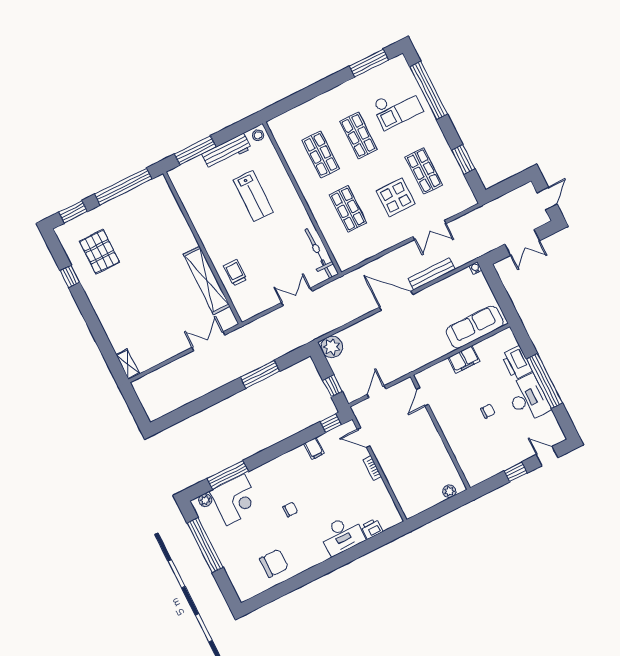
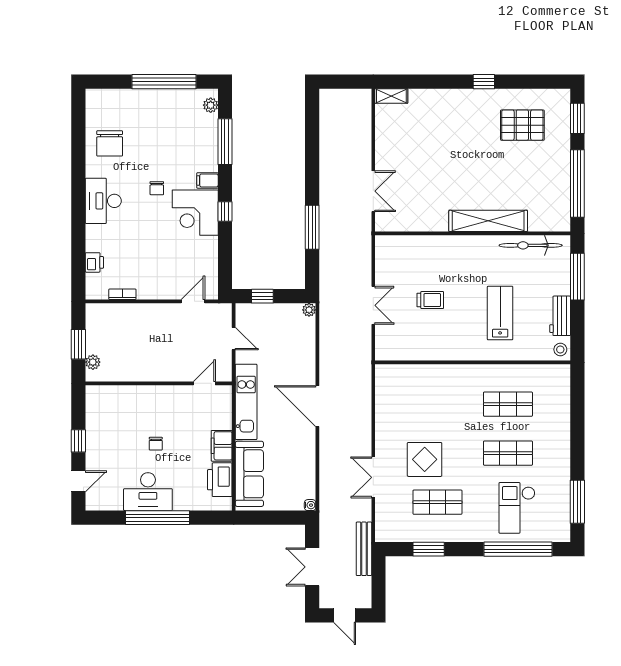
workbench: (226, 151) -> (560, 316), width x0.73
lab bench: (253, 196) -> (500, 313), turned 90
shop shelf: (348, 209) -> (437, 404), removed
bicycle: (318, 254) -> (531, 245), moved, turned 180
trolley: (235, 273) -> (430, 300), moved
bench: (432, 274) -> (364, 549), moved
window: (70, 276) -> (484, 82), moved
shelving: (207, 280) -> (488, 221), moved
door: (396, 301) -> (317, 406), swing flipped
plant: (332, 347) -> (309, 310), width x0.53, depth x0.53
kitchen unit: (421, 357) -> (246, 402), added
printer: (517, 363) -> (220, 480), moved, turned -90
door: (422, 397) -> (204, 383), hinge flipped
window: (331, 423) -> (225, 212), moved
filing cabinet: (314, 448) -> (207, 180), moved
bookcase: (372, 468) -> (122, 294), moved
corner desk: (236, 500) -> (195, 213), moved
window: (441, 509) -> (78, 344), added
desk: (342, 535) -> (103, 201), moved

